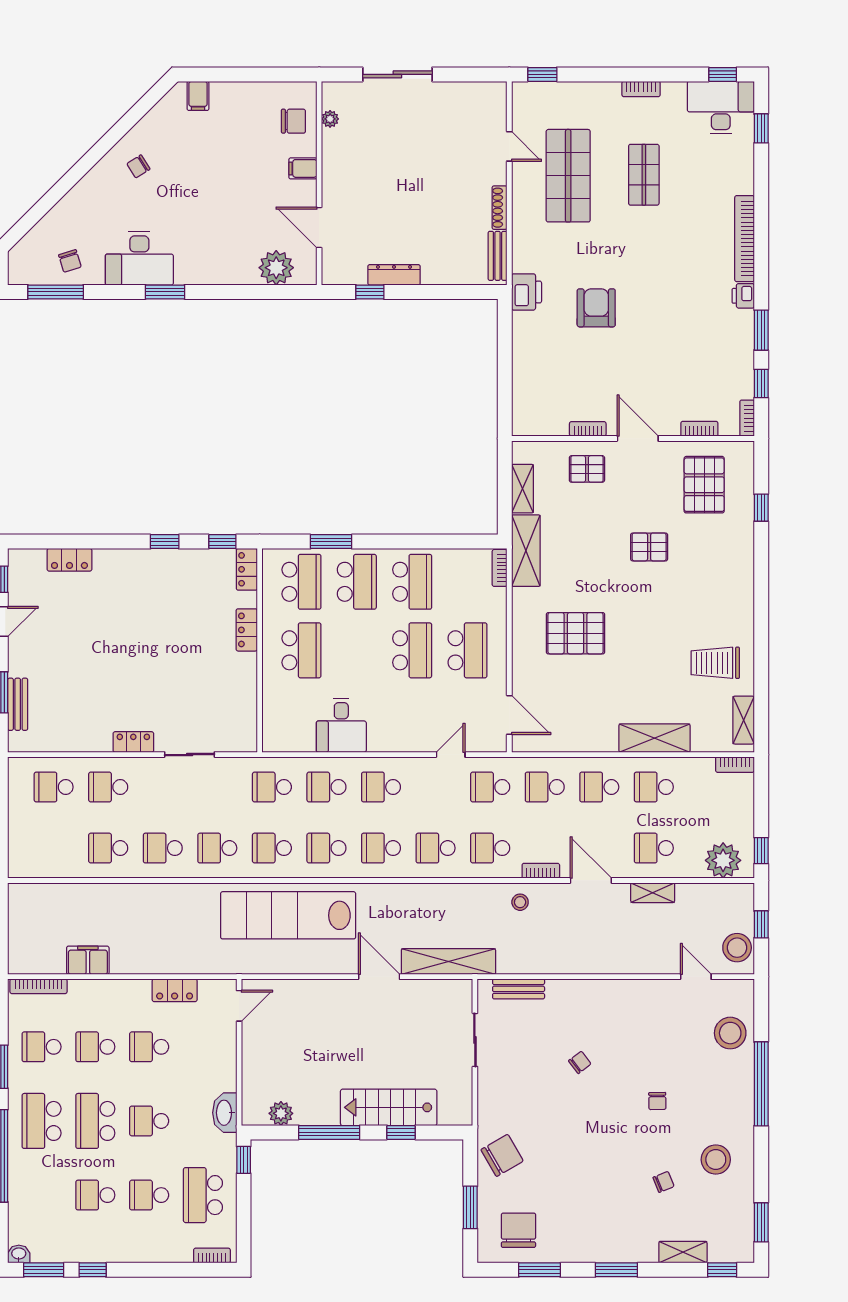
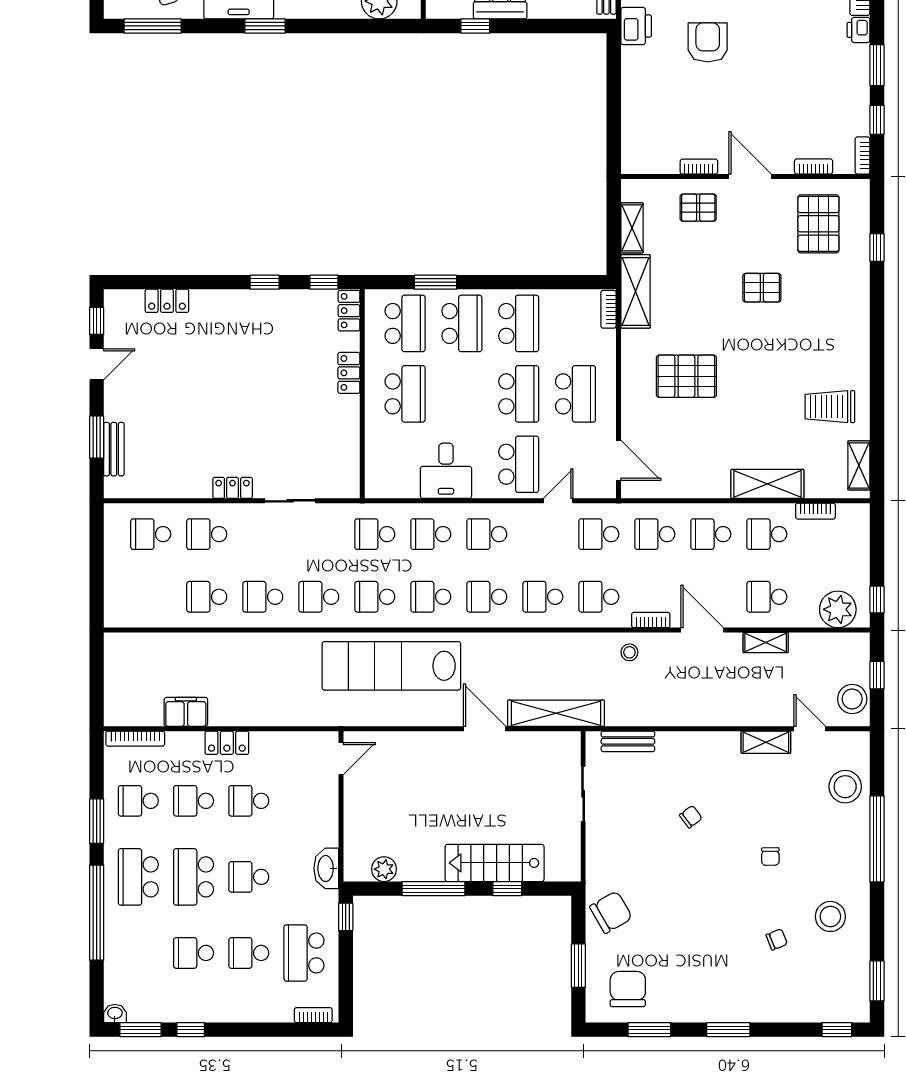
school desk: (412, 719) -> (519, 464), added
bookcase: (735, 765) -> (815, 511), moved
locker: (175, 990) -> (227, 743), moved
shelving: (683, 1252) -> (766, 742), moved

